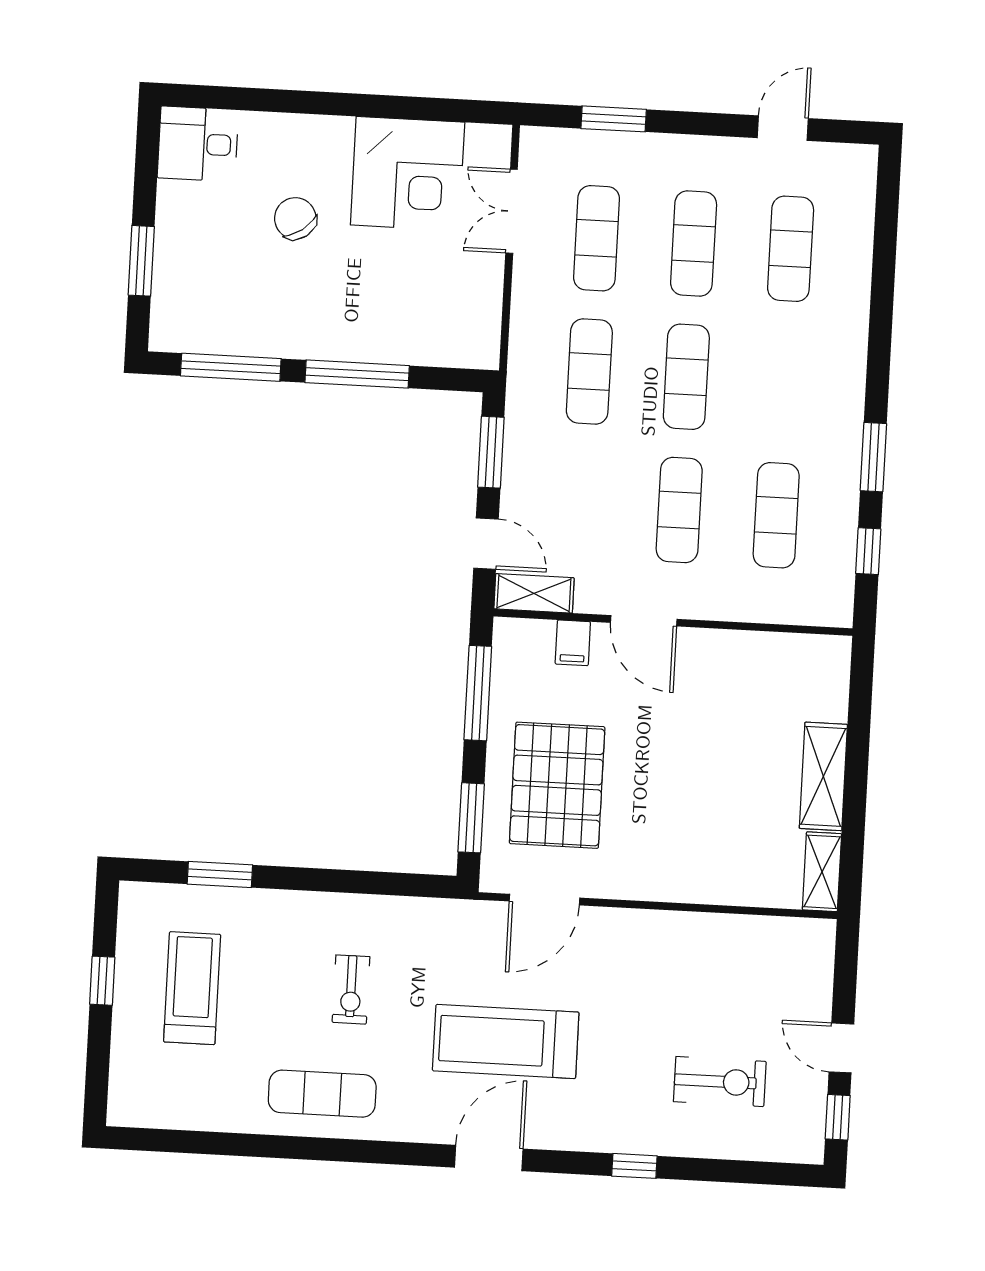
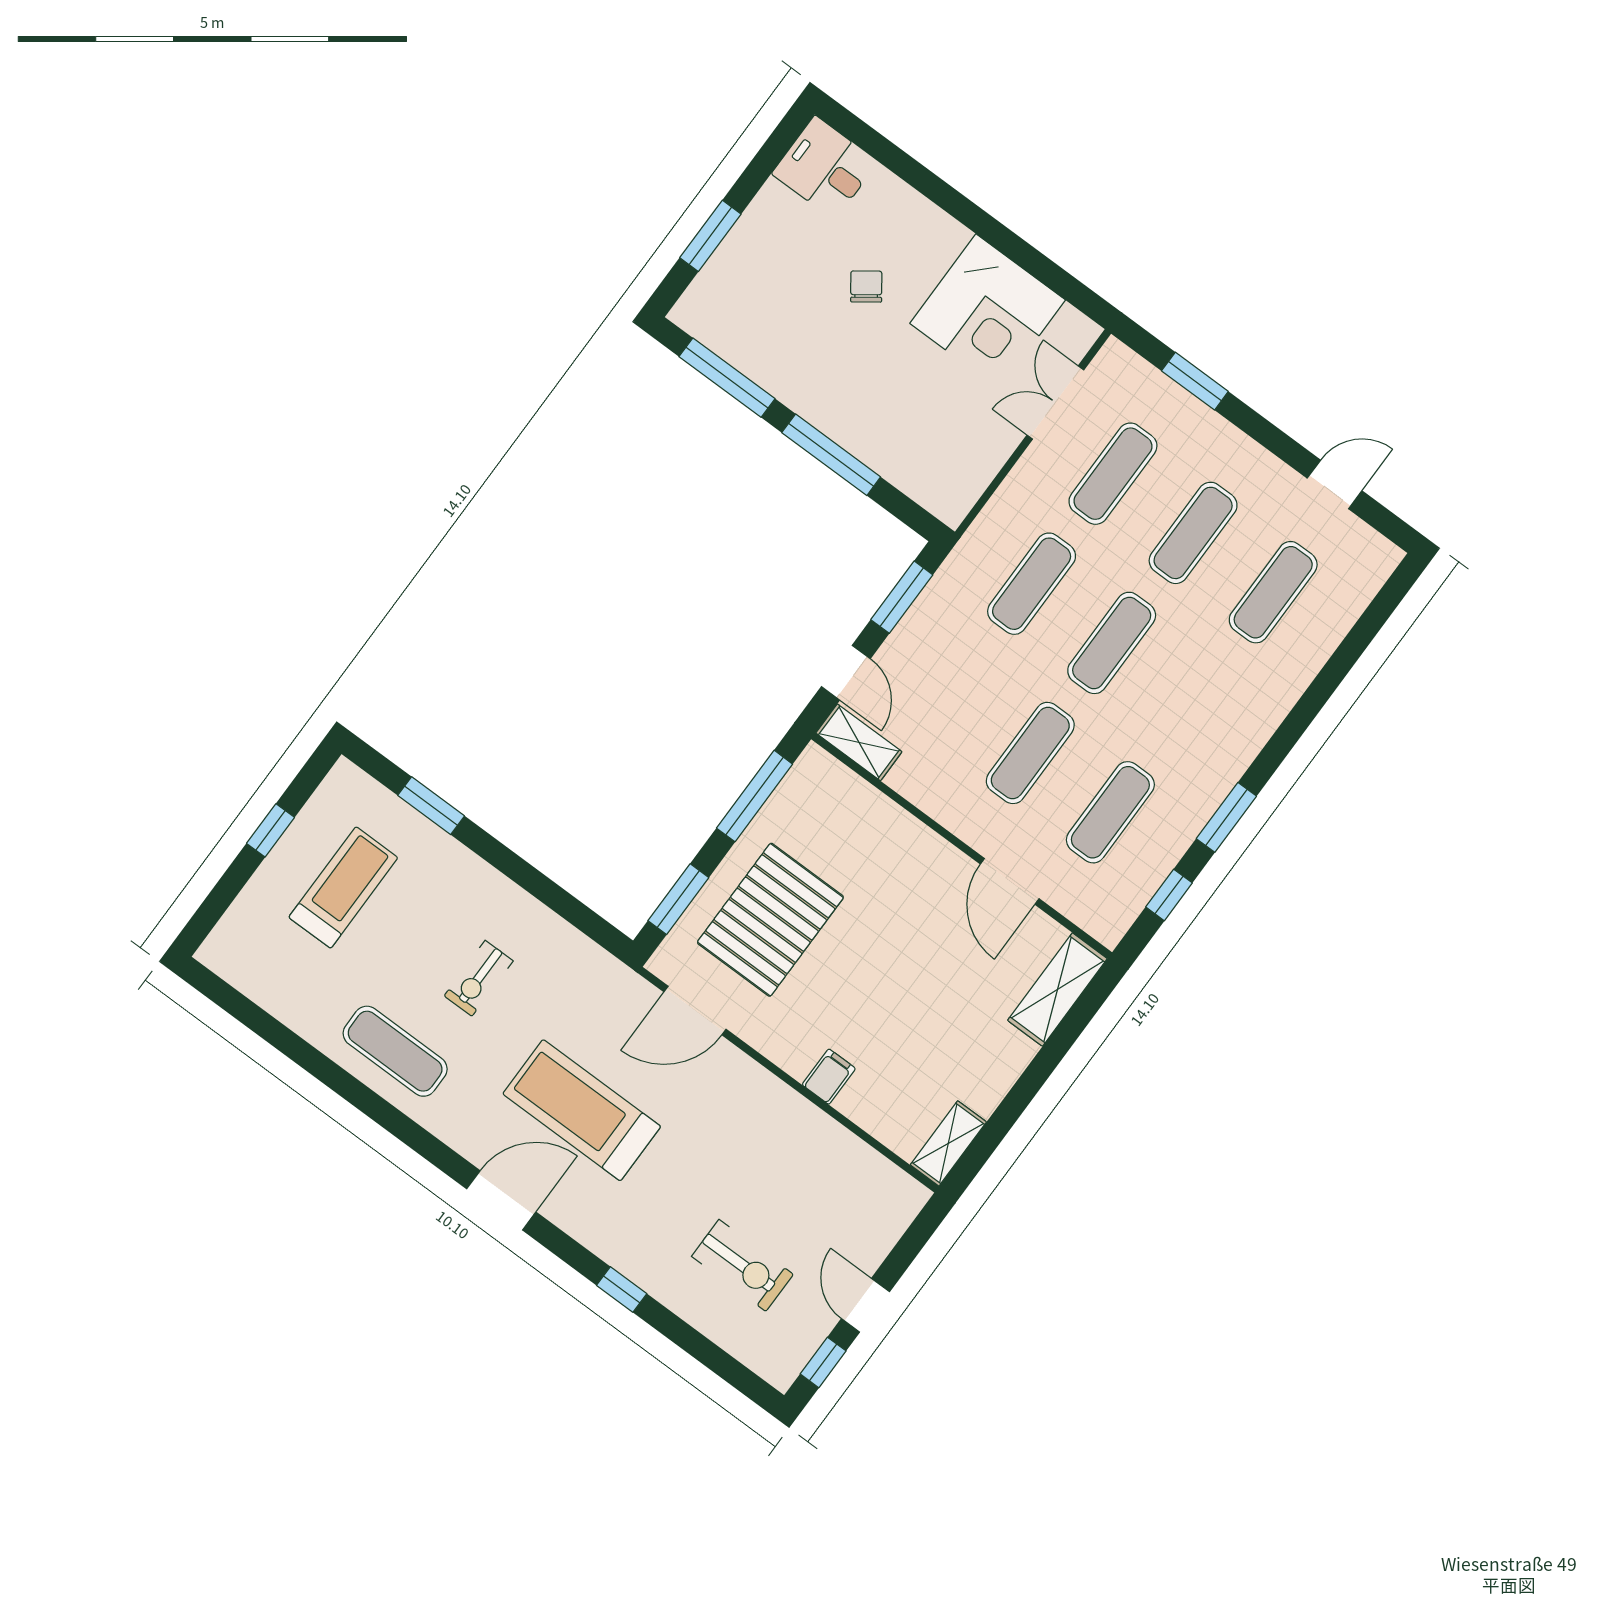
chair: (295, 218) -> (866, 287), width x0.73, depth x0.73
door: (644, 621) -> (1010, 881), moved
filing cabinet: (573, 643) -> (829, 1077), moved, turned 180
shelving: (823, 776) -> (1057, 989), moved

